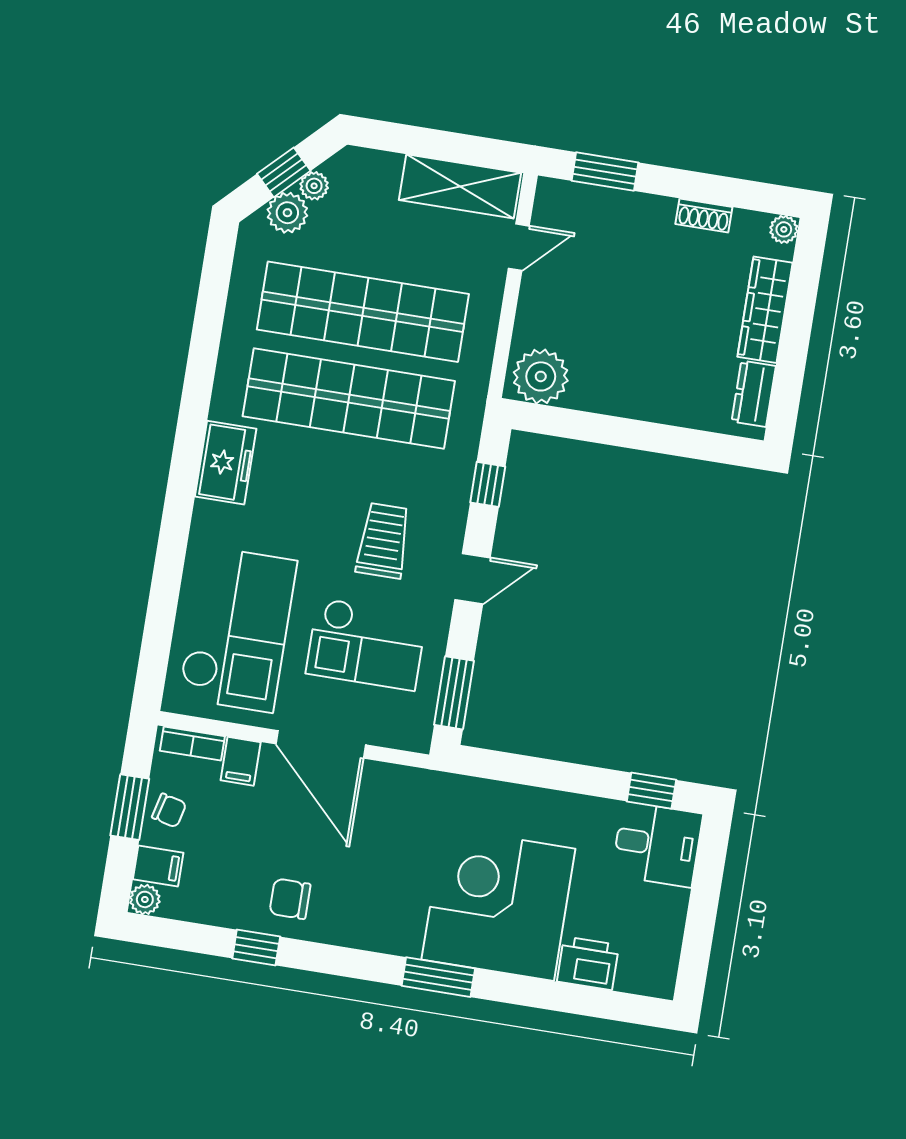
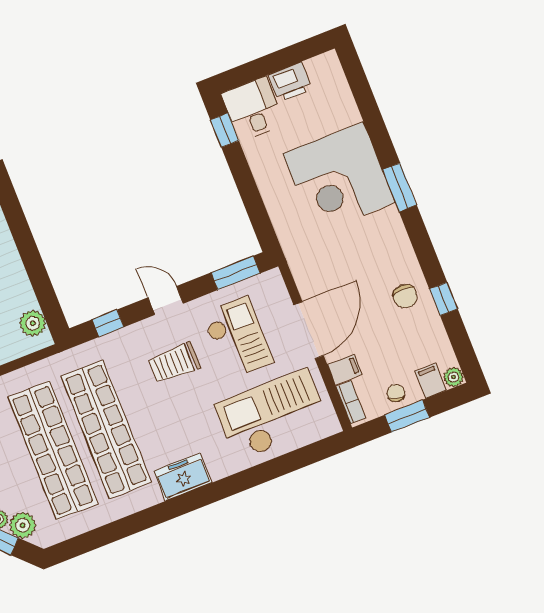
plant: (541, 376) -> (33, 323), width x0.73, depth x0.73
printer: (588, 963) -> (290, 82), moved, turned -90

